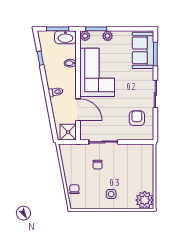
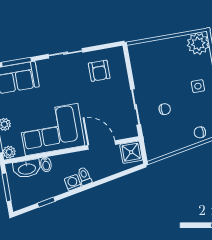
washbasin: (65, 37) -> (27, 169), moved, turned 90
washing machine: (52, 82) -> (73, 183), added
door: (78, 110) -> (102, 145), hinge flipped
armchair: (137, 118) -> (99, 71), turned -90

